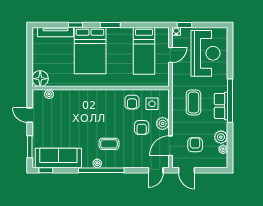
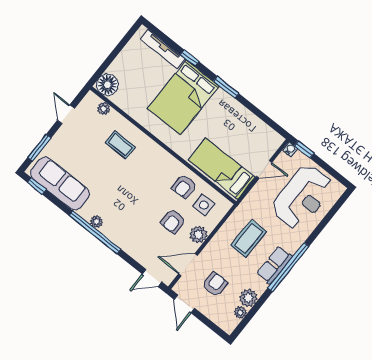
bed: (144, 51) -> (222, 169), moved, turned 90
coffee table: (109, 144) -> (120, 145), moved

